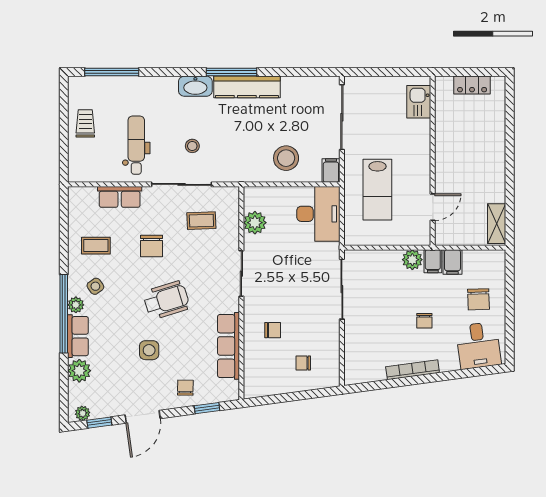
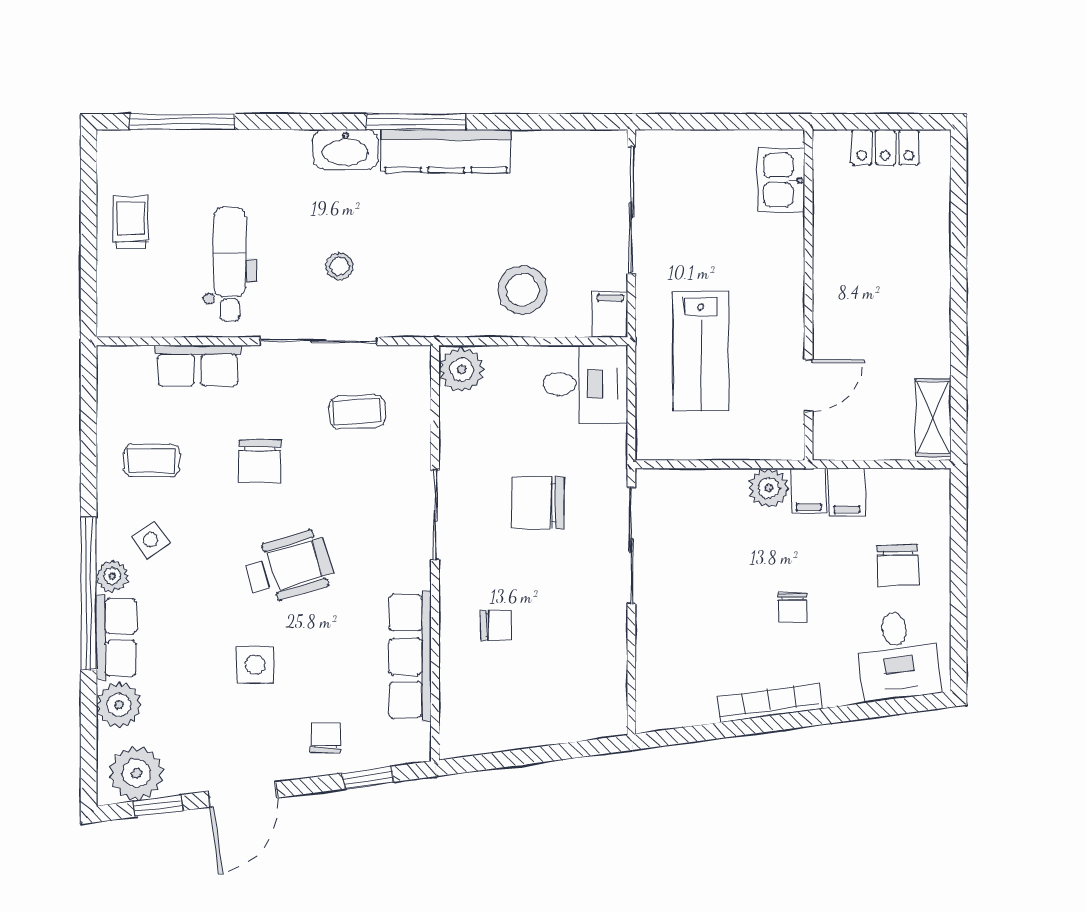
desk: (318, 214) -> (585, 384), width x0.73
plant: (255, 223) -> (462, 370), moved
chair: (303, 363) -> (538, 503), moved, width x1.87, depth x1.87
plant: (83, 413) -> (136, 773), width x1.87, depth x1.87

